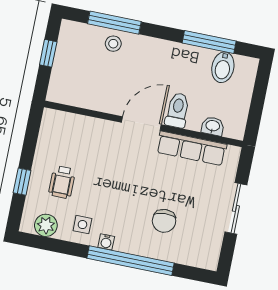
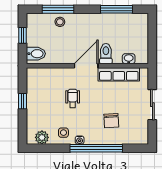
bidet: (223, 67) -> (36, 54), moved, turned -90
window: (22, 182) -> (23, 101), moved
wheelchair: (62, 182) -> (73, 98), moved, turned 180

